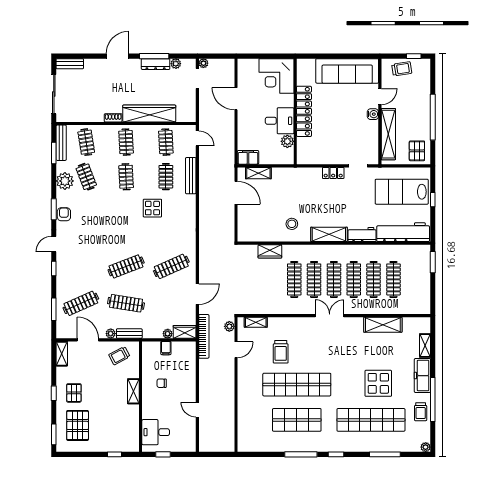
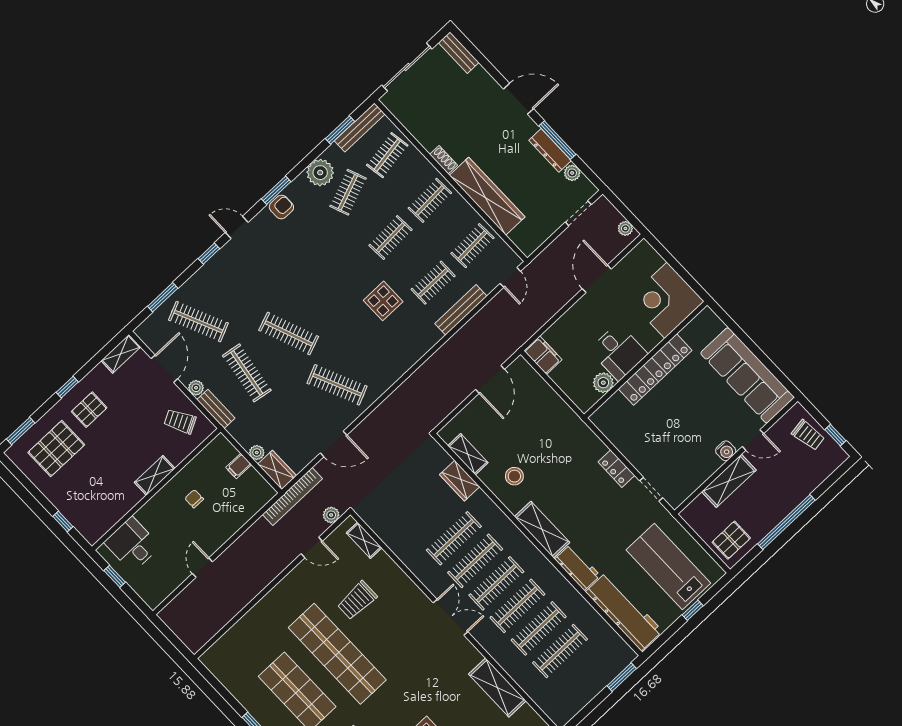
plant: (203, 63) -> (625, 228), moved
shelving: (388, 134) -> (729, 481), width x0.68
shelving: (258, 173) -> (468, 454), moved

